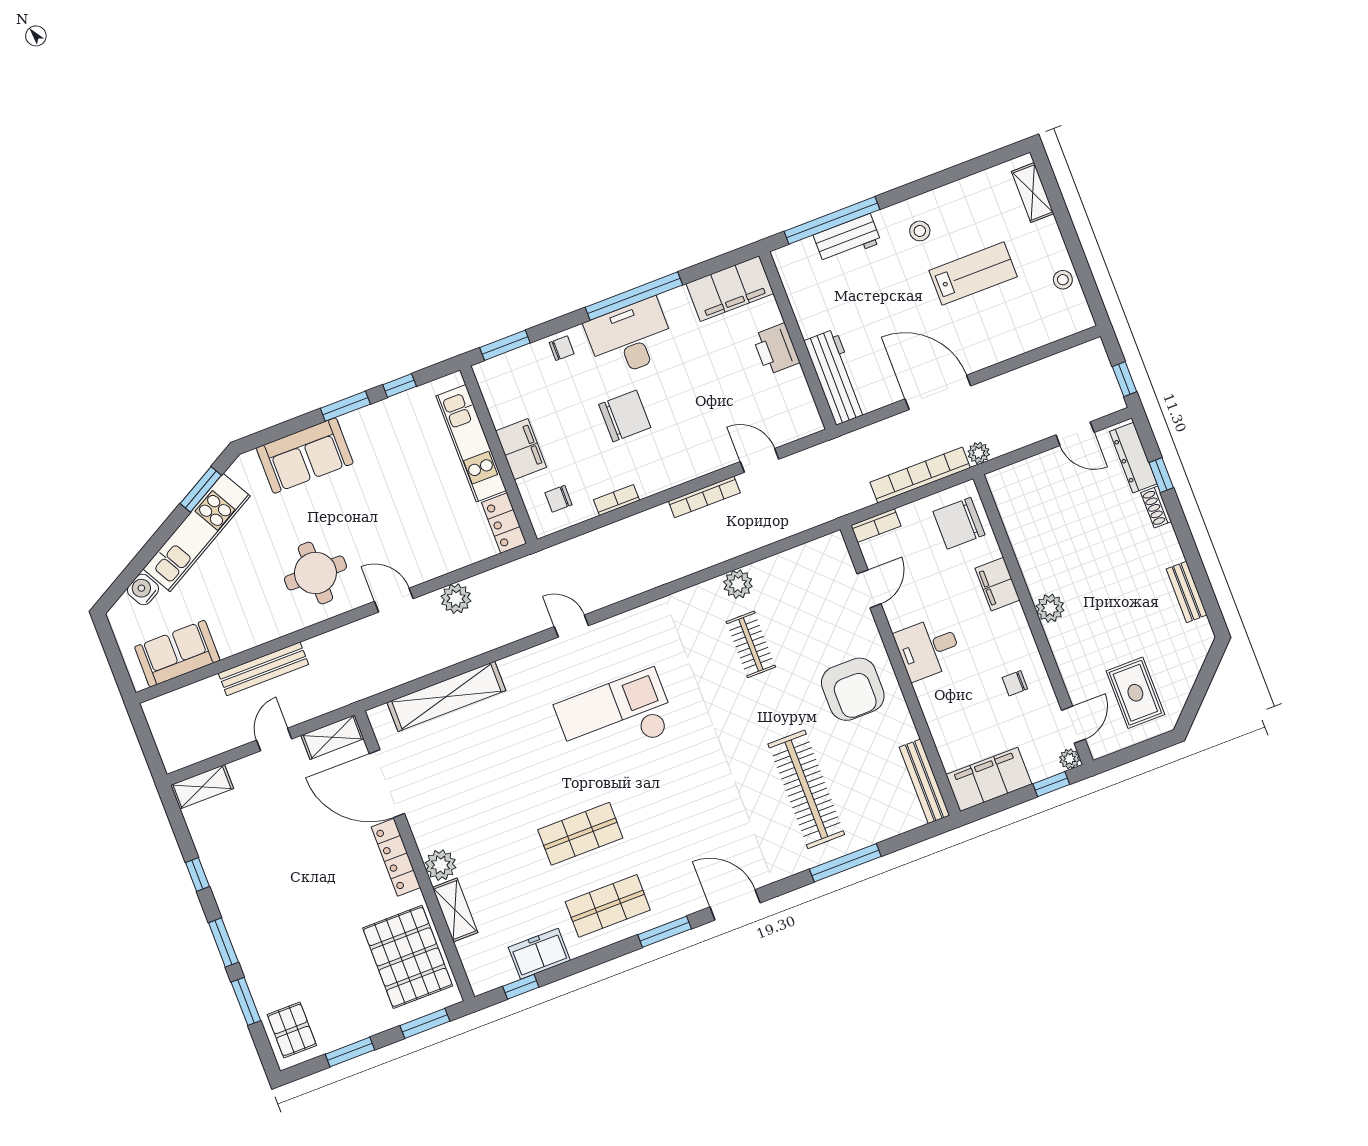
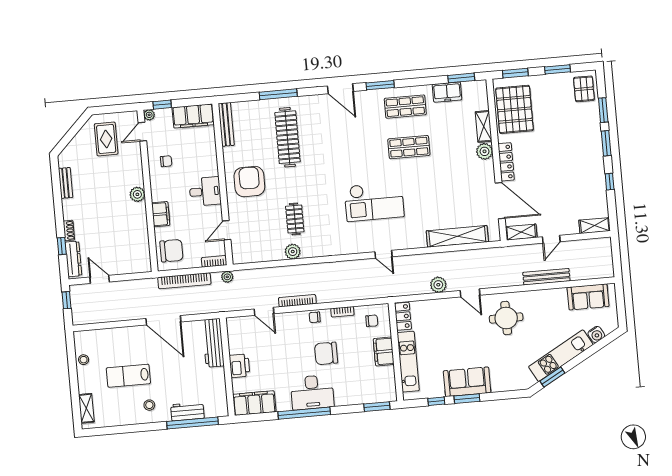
chair: (562, 348) -> (315, 317), moved
plant: (979, 453) -> (227, 277), moved
sofa: (305, 456) -> (467, 382), moved
window: (521, 987) -> (461, 78), width x1.50

